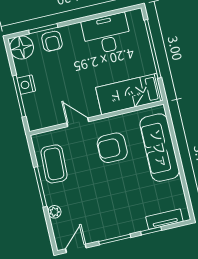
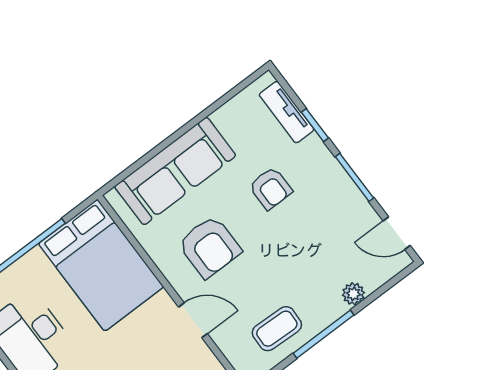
bed: (129, 94) -> (101, 265), width x1.50
door: (78, 122) -> (193, 320), swing flipped
coffee table: (54, 164) -> (277, 329), width x0.73, depth x0.77
armchair: (129, 193) -> (271, 188), added

